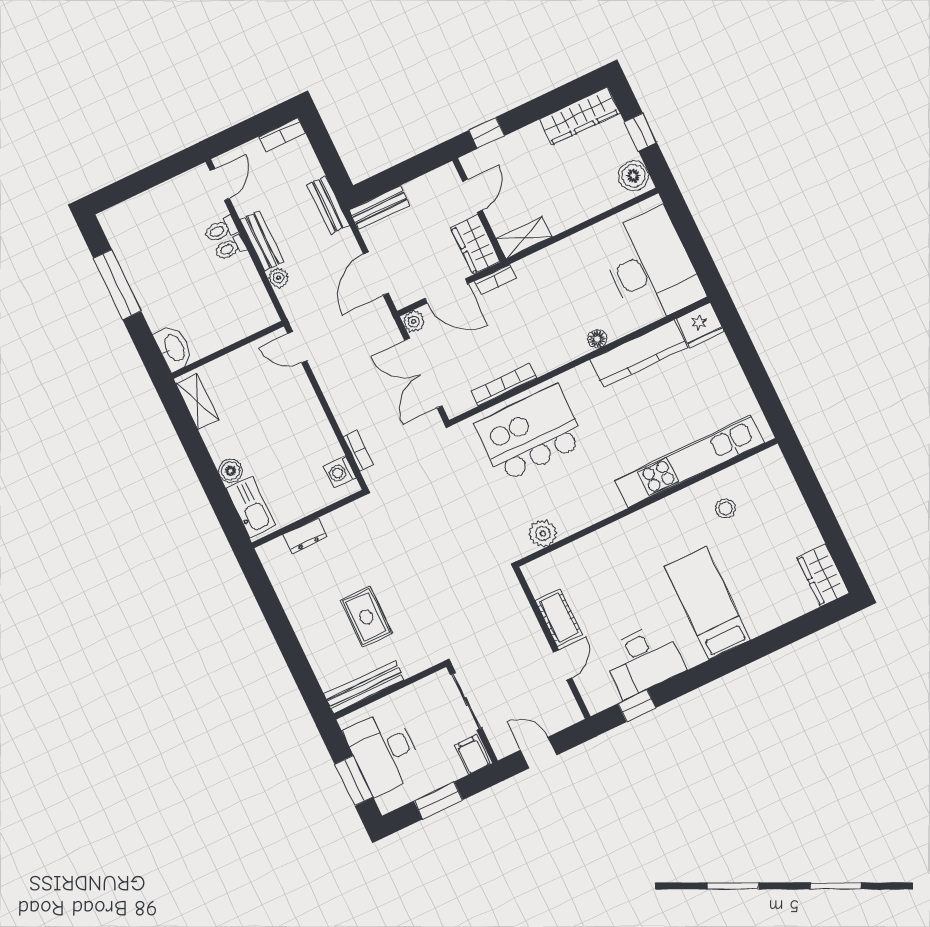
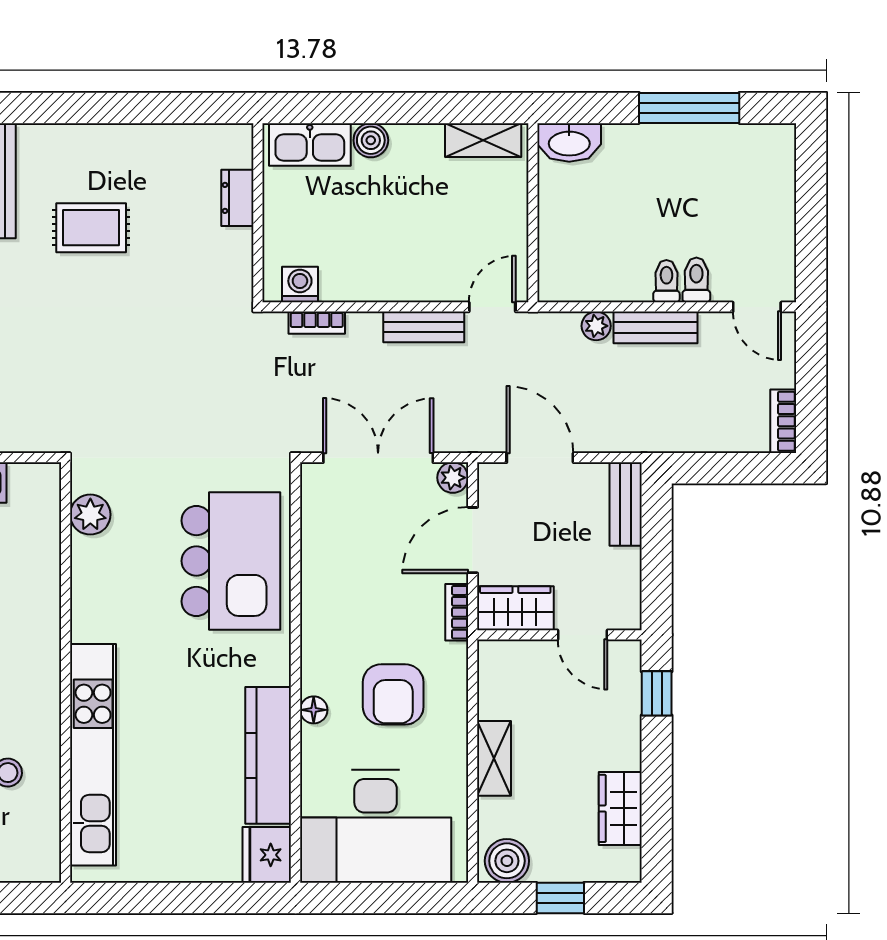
wardrobe: (579, 116) -> (620, 808), width x0.67
bench: (328, 205) -> (424, 327), moved
shelving: (524, 238) -> (494, 758), moved
armchair: (564, 295) -> (393, 694), added
bookcase: (504, 385) -> (312, 557), removed

